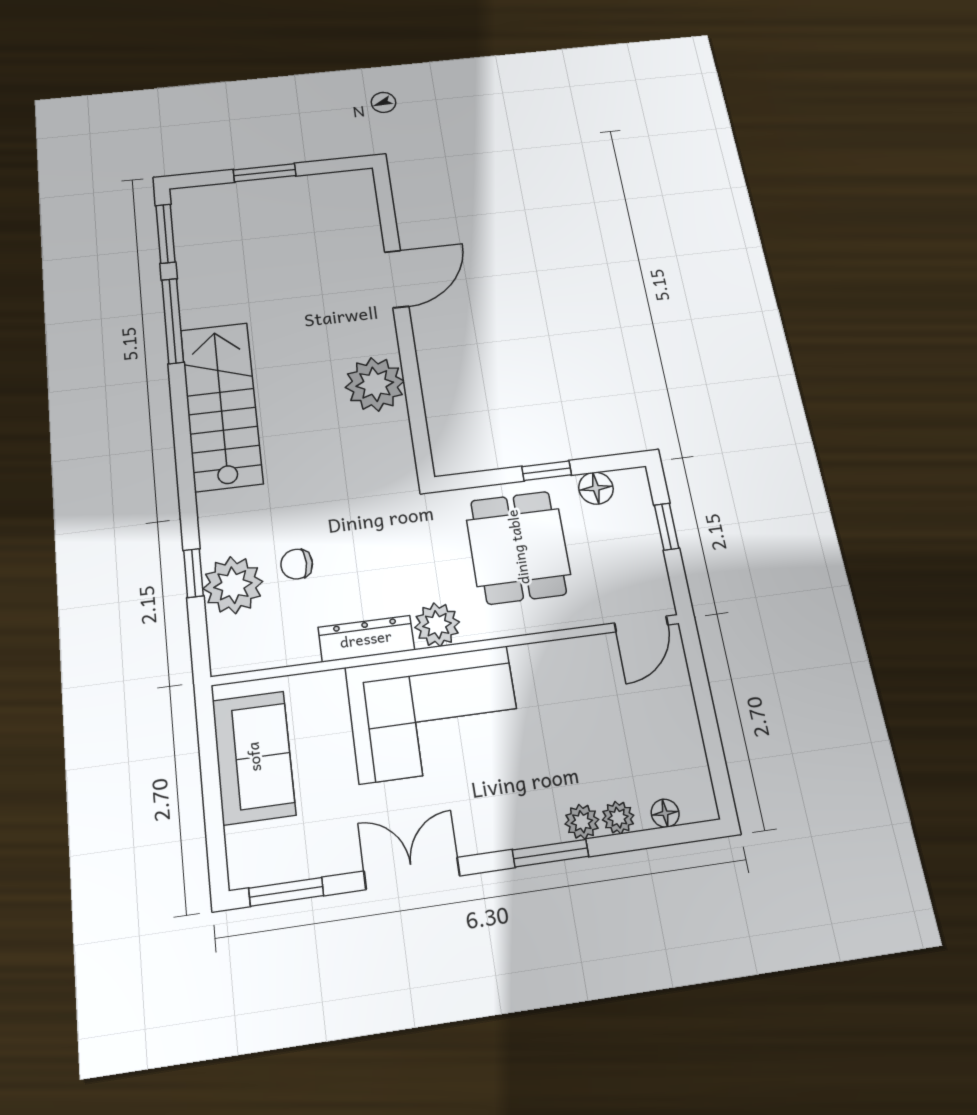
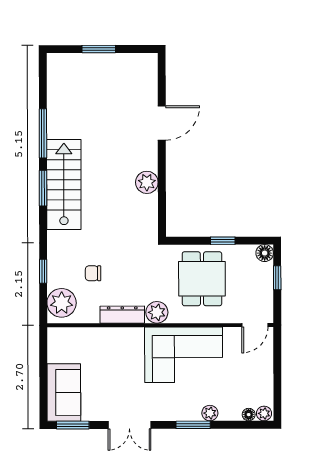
window: (166, 234) -> (43, 188), moved
plant: (375, 384) -> (147, 182), width x0.73, depth x0.73
floor lamp: (596, 488) -> (265, 253), moved
plant: (233, 585) -> (62, 303), moved
corner sofa: (434, 714) -> (184, 355), moved
sofa: (254, 757) -> (64, 392), moved
plant: (618, 818) -> (264, 413), moved
double door: (412, 873) -> (129, 425), swing flipped

